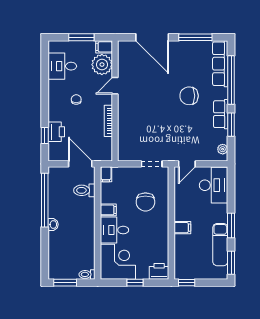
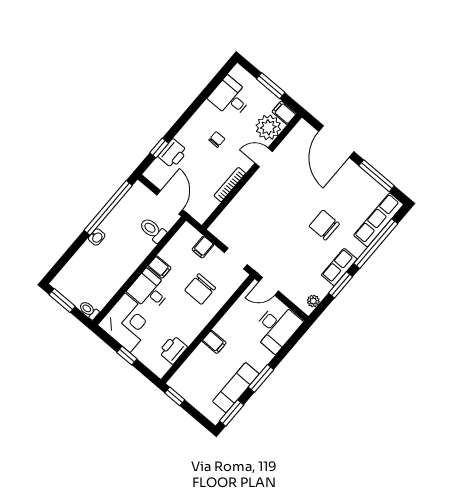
filing cabinet: (106, 174) -> (203, 247), moved
printer: (159, 271) -> (173, 350), moved, turned -90

